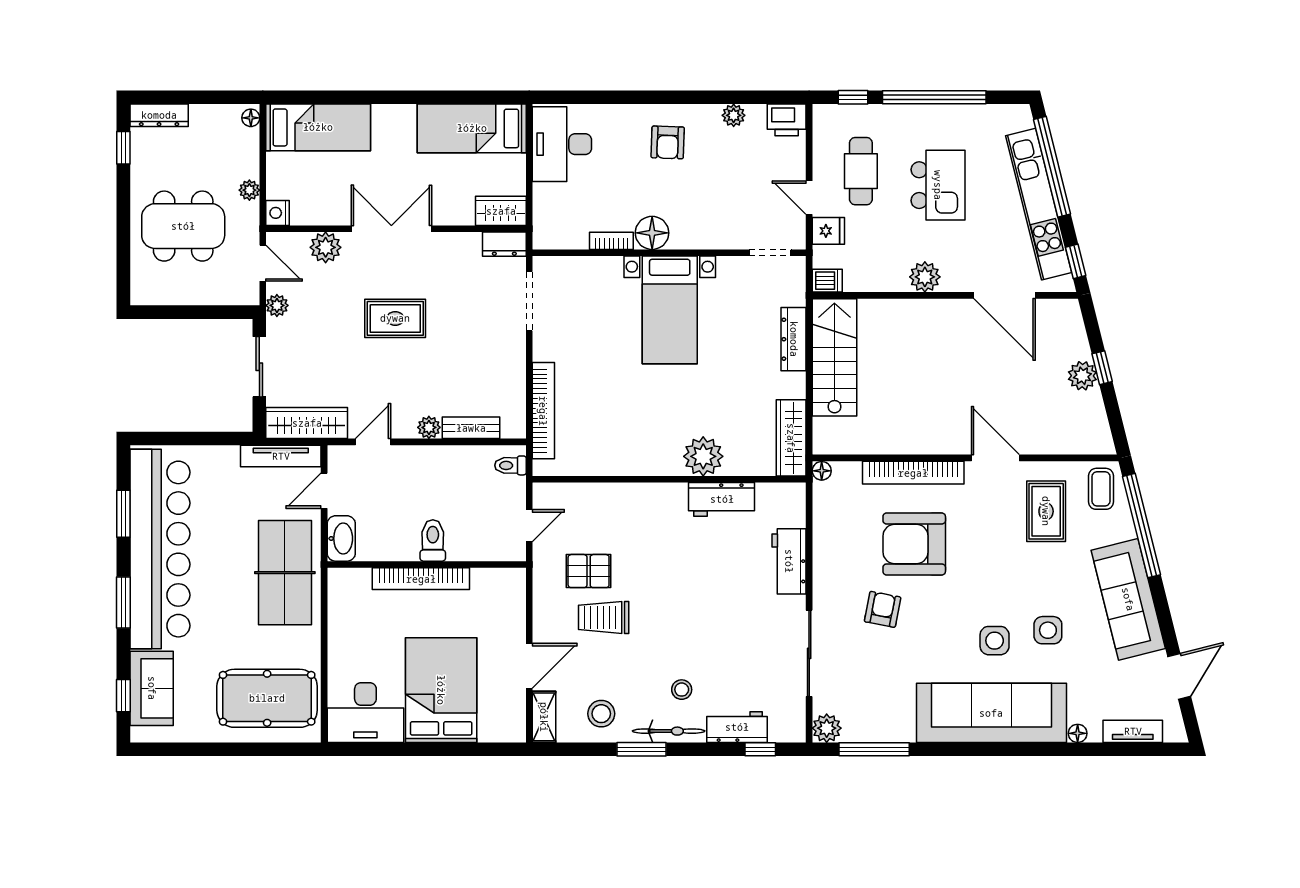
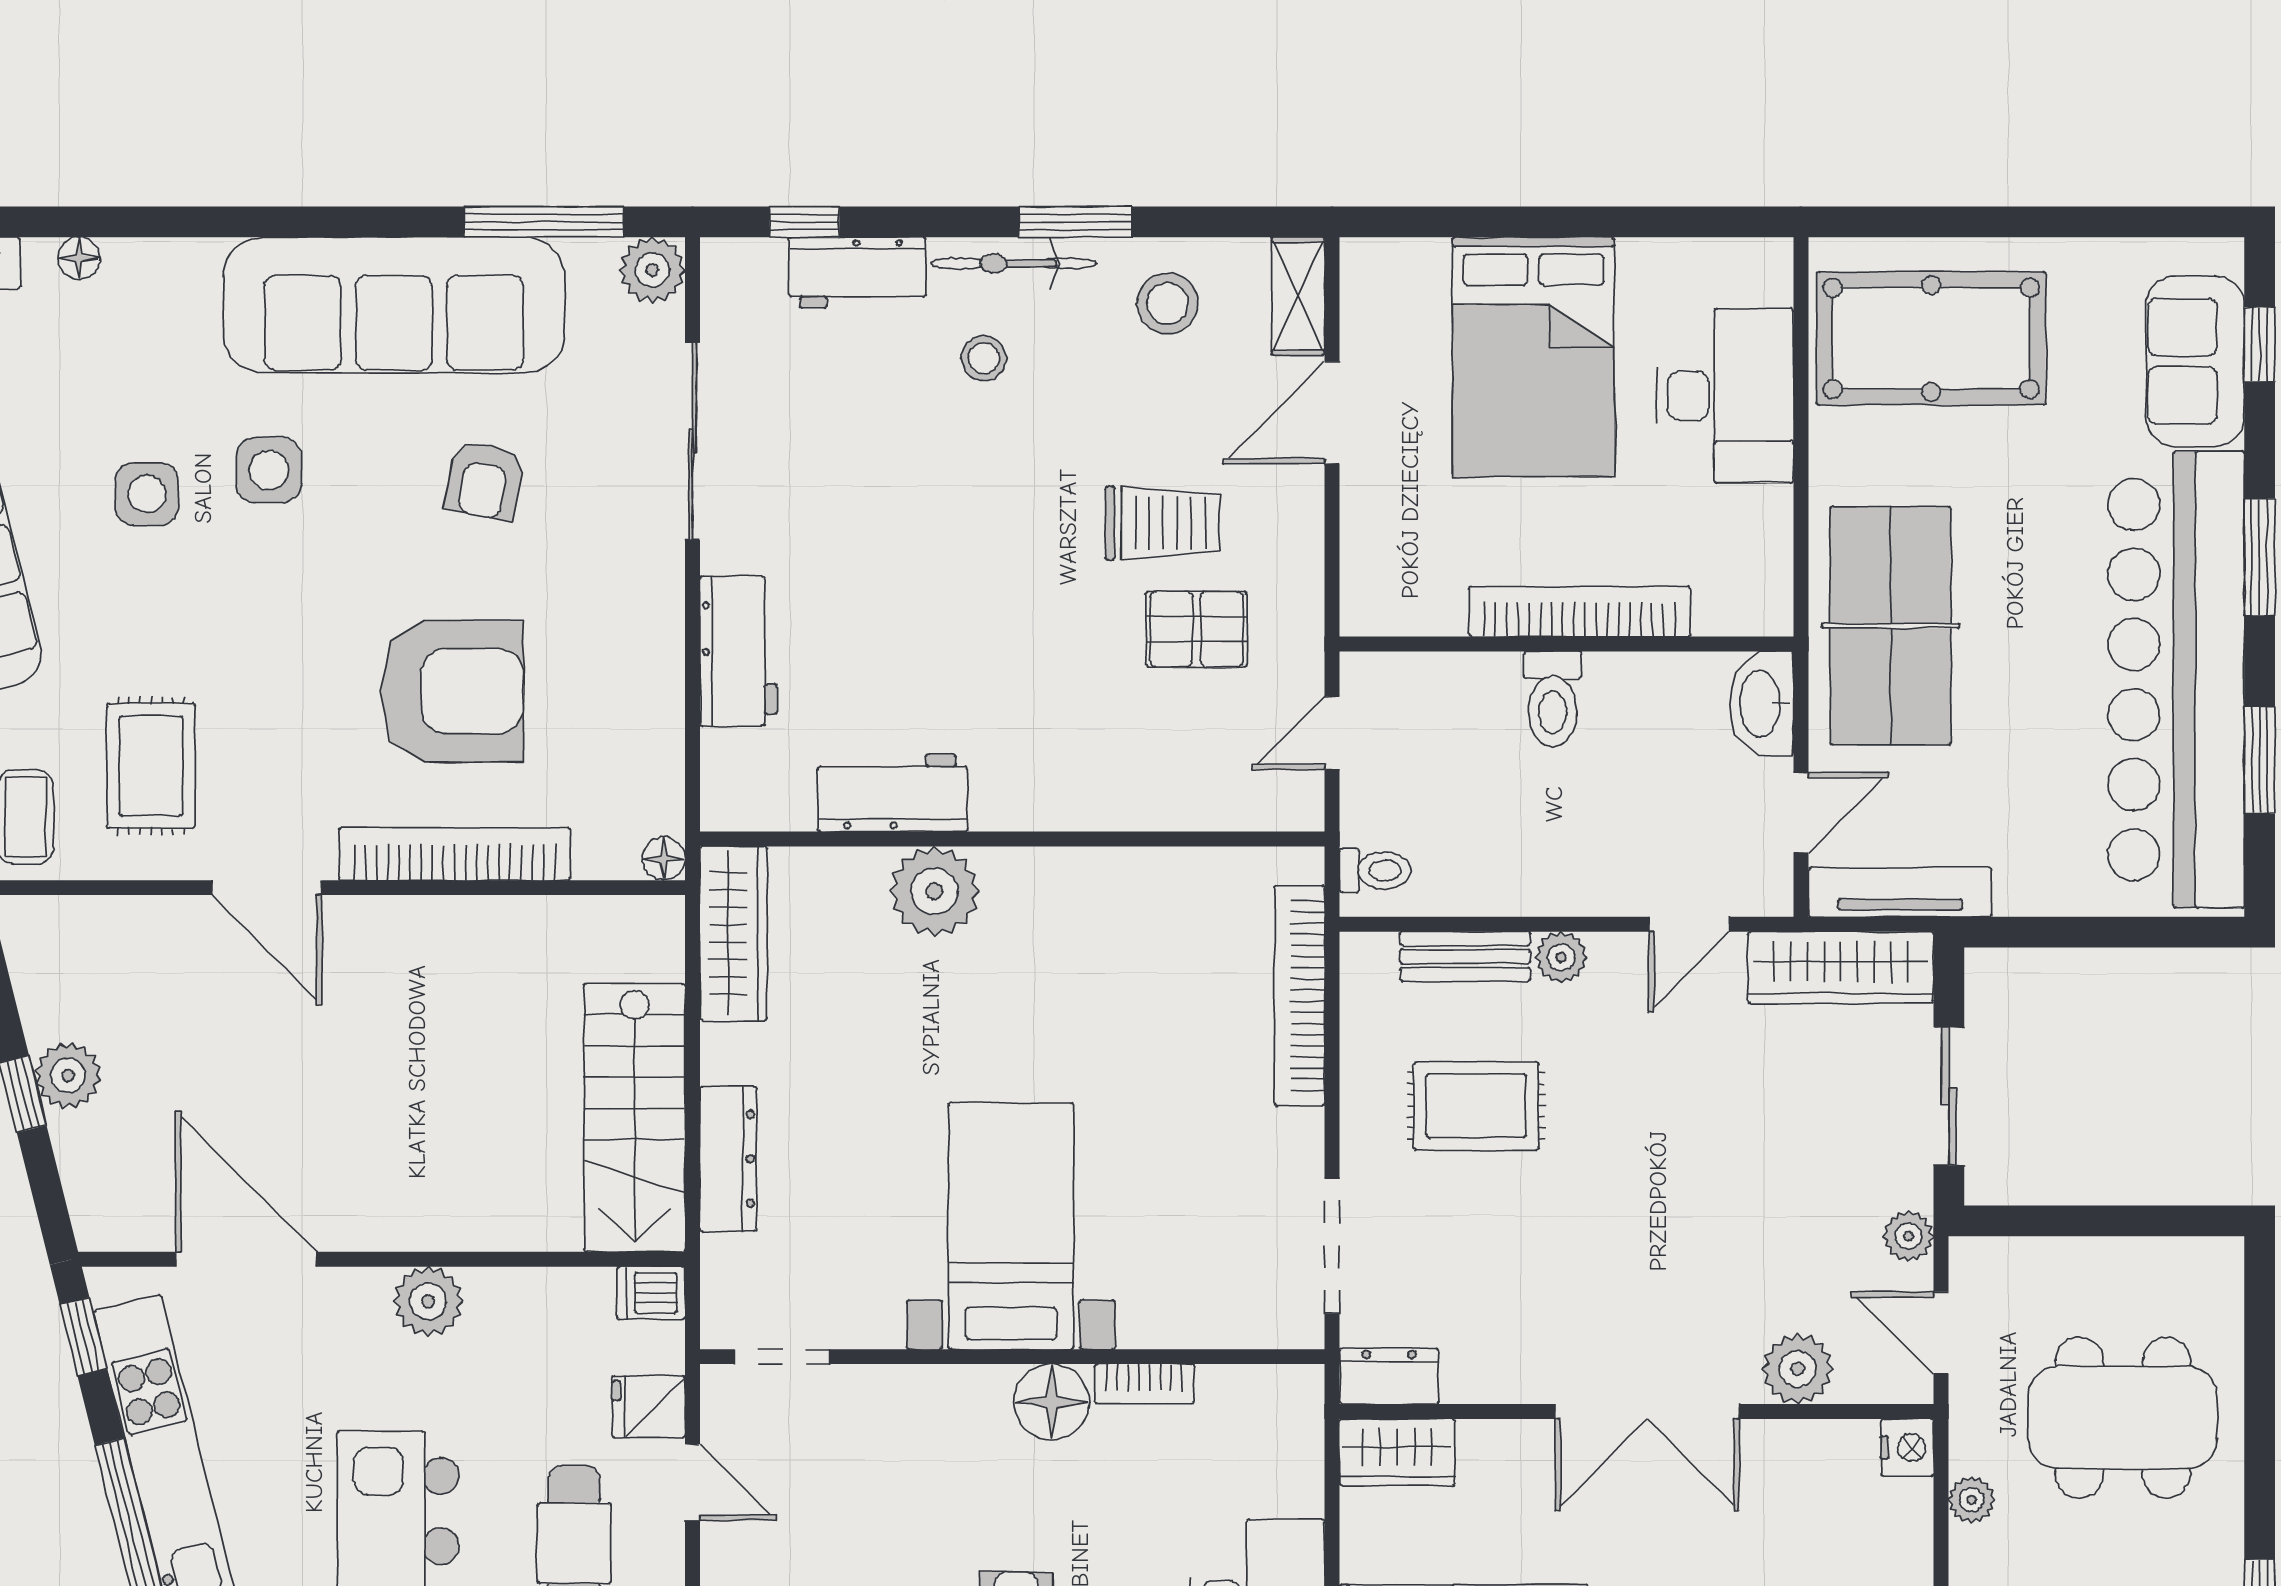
rug: (395, 318) -> (1476, 1106), moved
armchair: (883, 609) -> (484, 480), moved
desk: (365, 713) -> (1725, 396), moved, turned 90
sofa: (991, 713) -> (394, 305), moved

